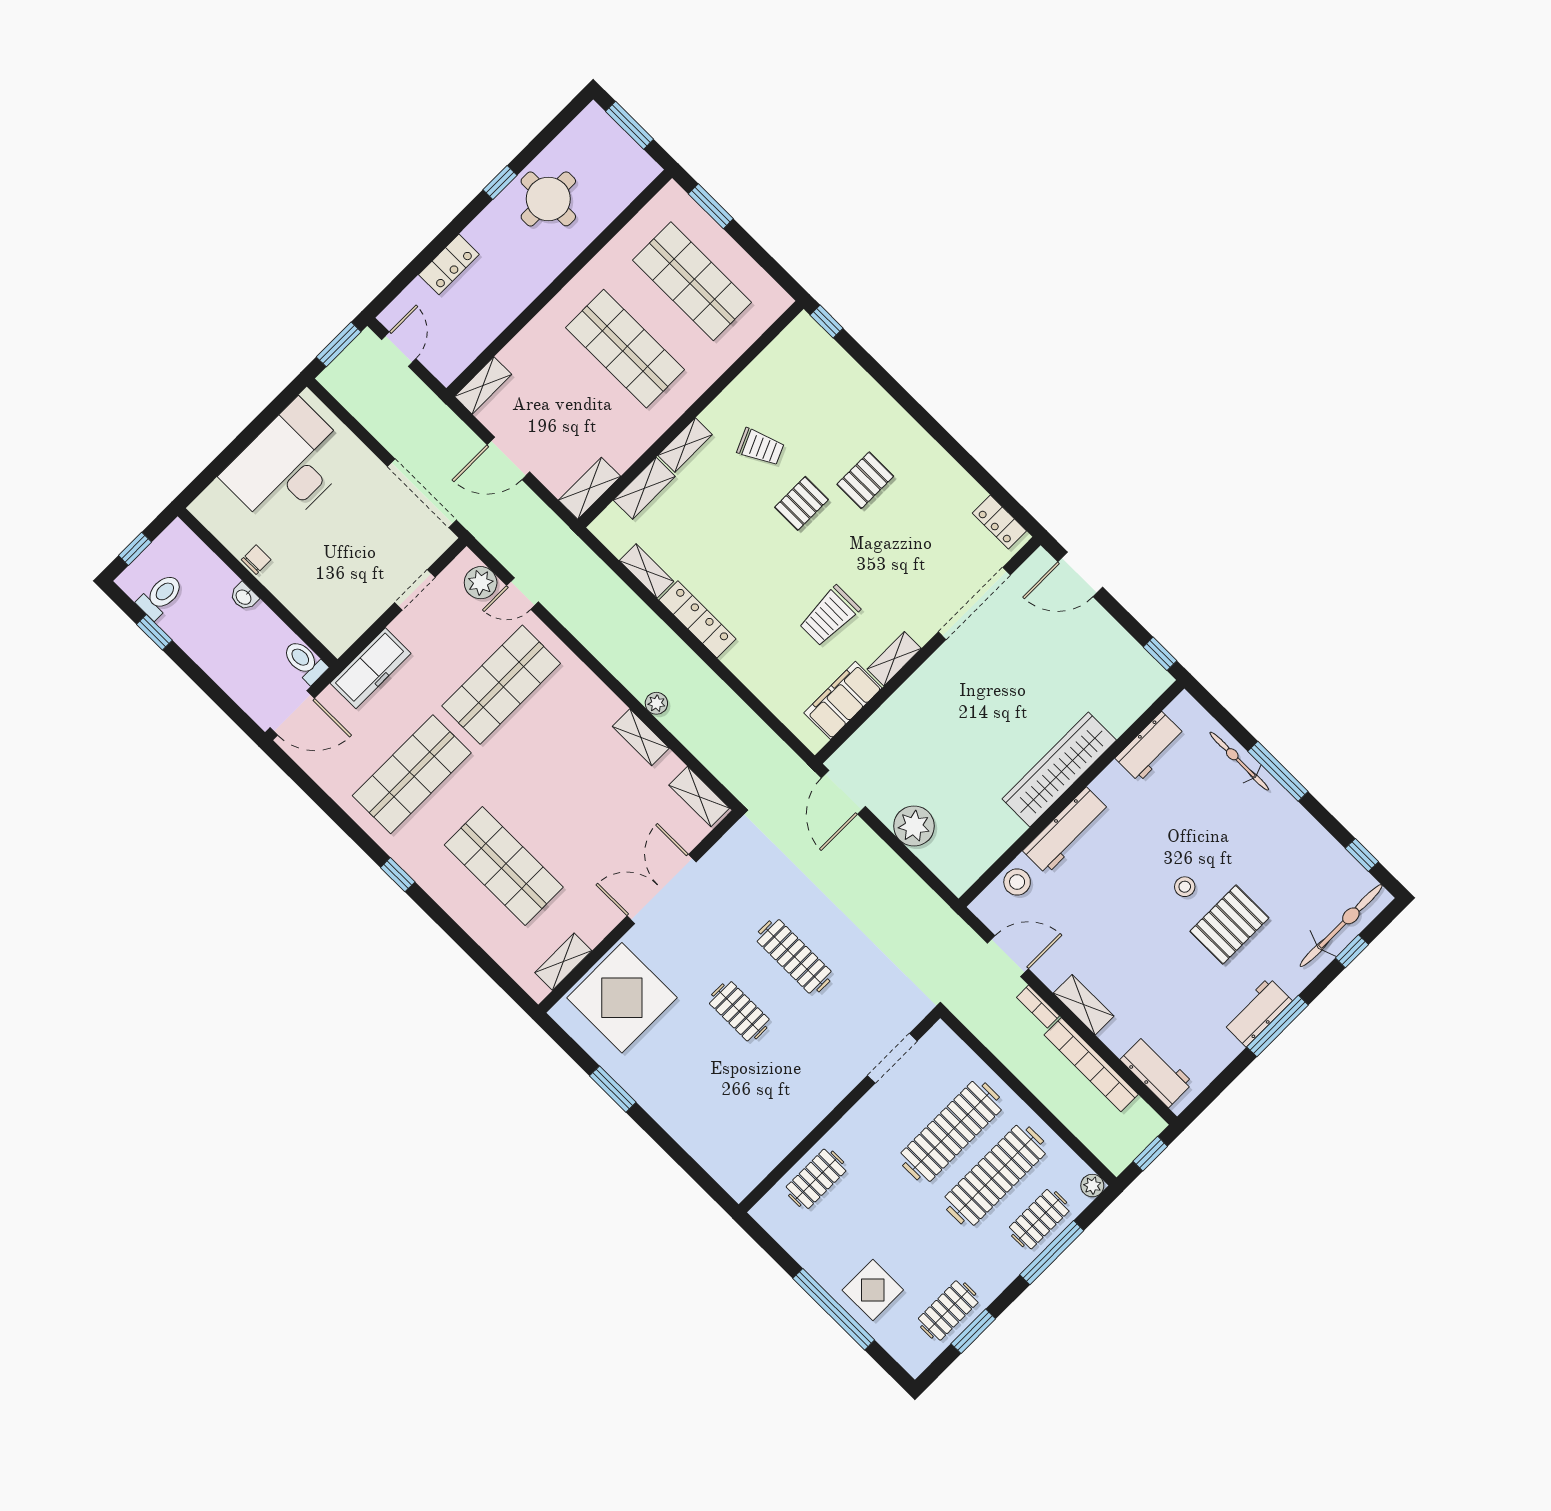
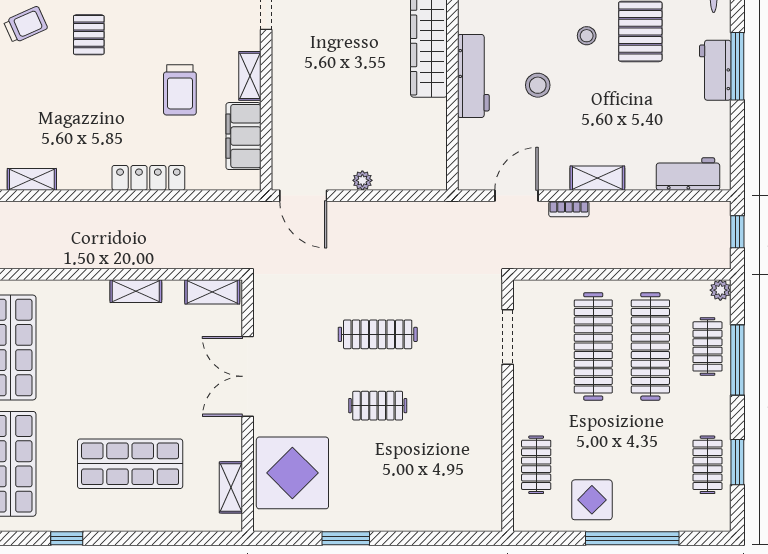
locker: (697, 619) -> (148, 178), moved
plant: (656, 703) -> (124, 259), removed
plant: (914, 826) -> (362, 180), width x0.53, depth x0.53
stool: (1017, 882) -> (538, 85), moved
bookcase: (1091, 1065) -> (641, 212), removed
display table: (873, 1290) -> (592, 500), moved

